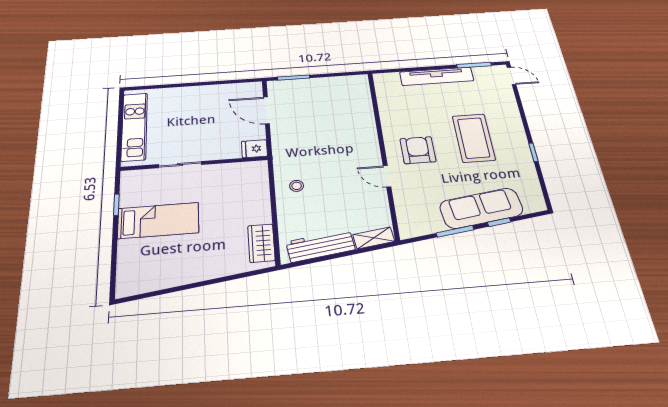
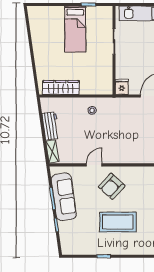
armchair: (418, 150) -> (112, 186), turned 133
sofa: (481, 208) -> (64, 197), moved
wardrobe: (261, 243) -> (61, 87), width x1.50
workbench: (320, 246) -> (51, 126), width x0.73

